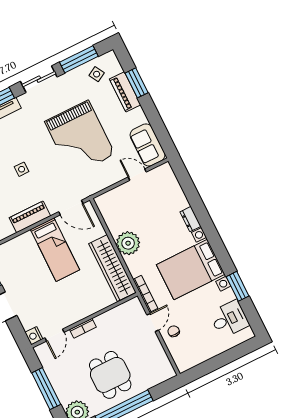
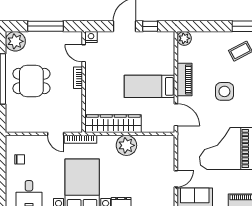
side table: (22, 169) -> (224, 91), width x1.87, depth x1.87
door: (71, 208) -> (176, 115), swing flipped
chair: (174, 331) -> (20, 159), moved

